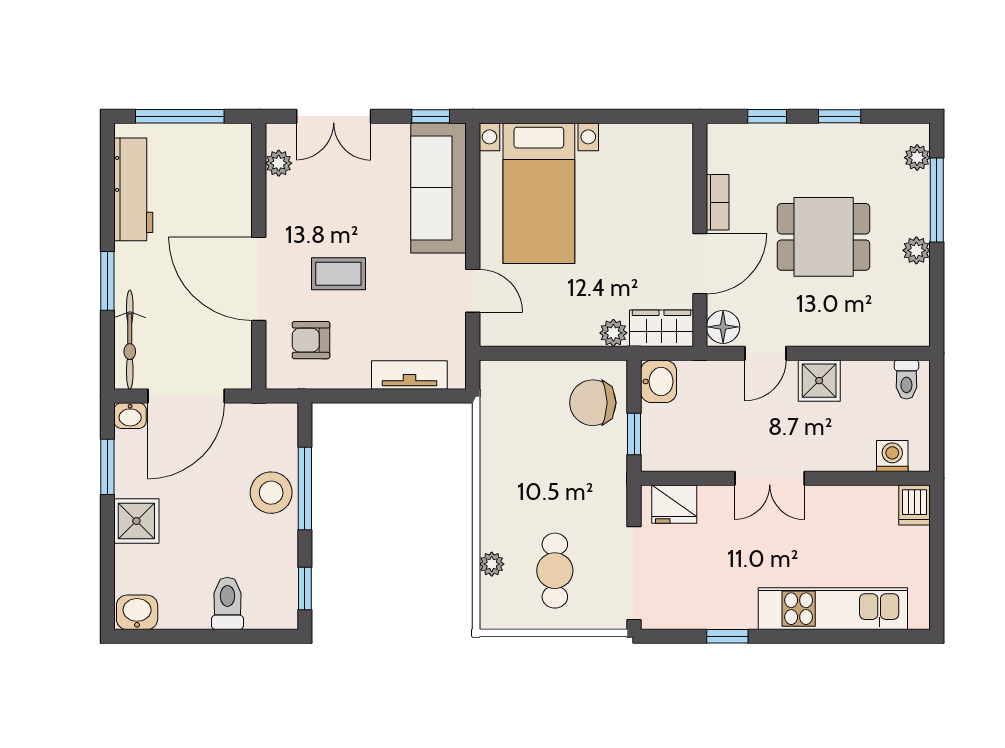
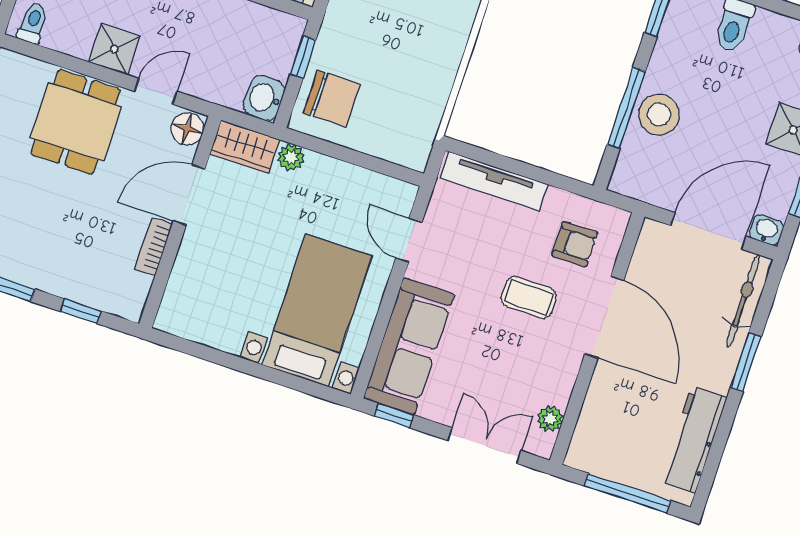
dining table: (824, 237) -> (76, 122), moved, turned 90
tv unit: (409, 375) -> (494, 181), width x1.41

